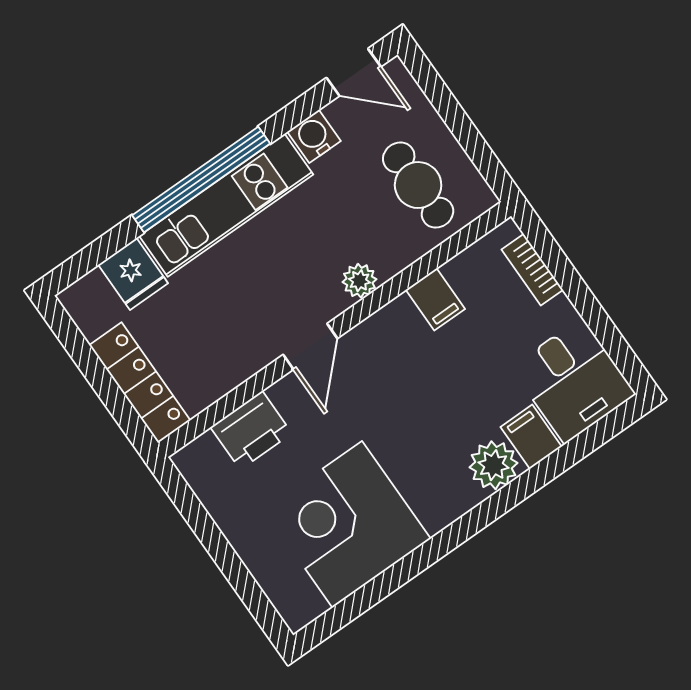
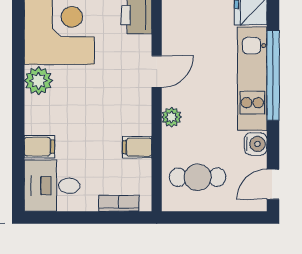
door: (310, 346) -> (157, 72), swing flipped
plant: (494, 465) -> (38, 81), moved

